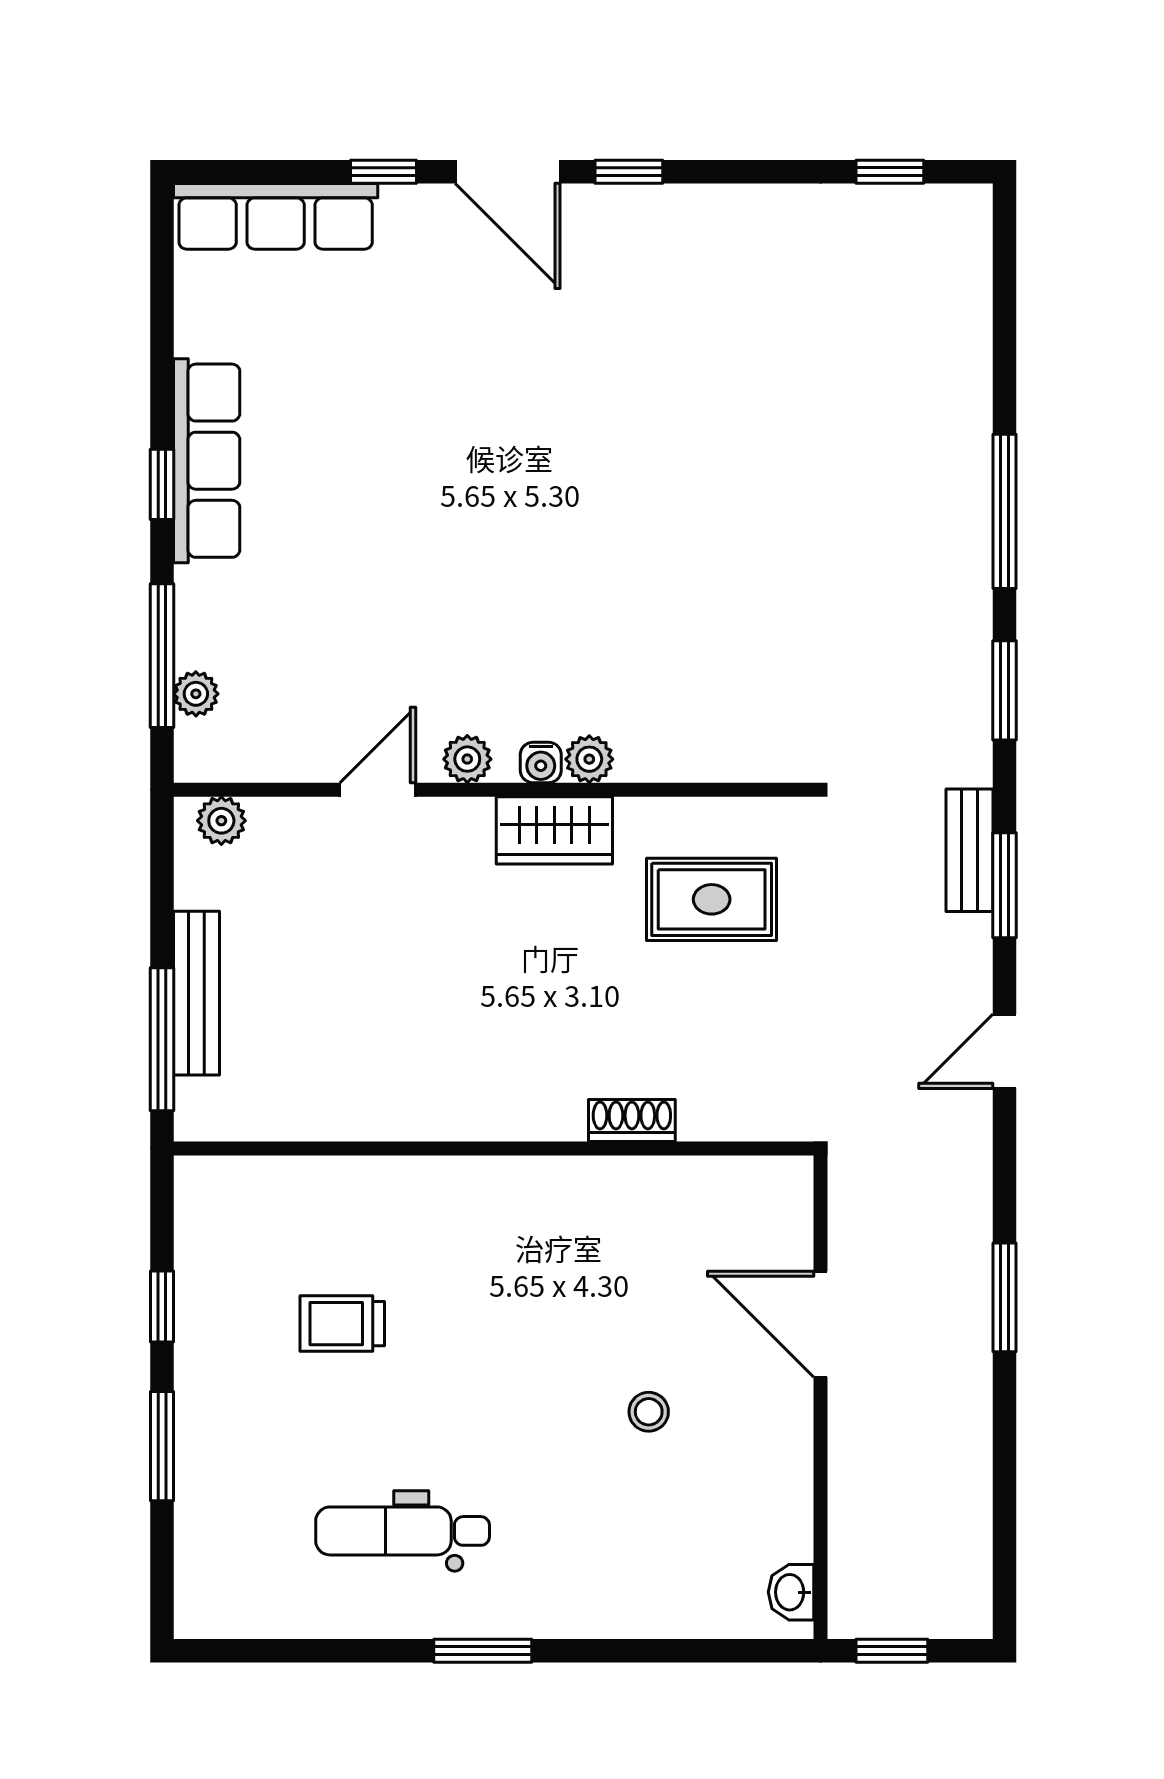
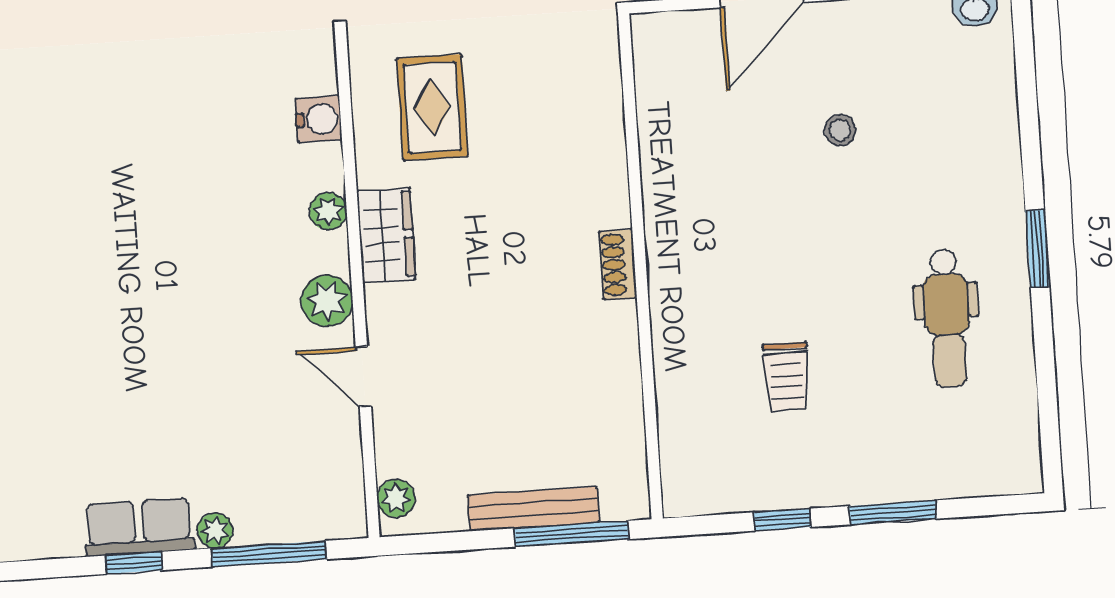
row of seats: (207, 461) -> (139, 527), width x0.68
plant: (196, 694) -> (215, 531), moved
plant: (467, 759) -> (327, 301), width x1.38, depth x1.38
water cooler: (541, 763) -> (319, 119), moved, width x1.38, depth x1.38
shoe rack: (632, 1121) -> (618, 264), moved

